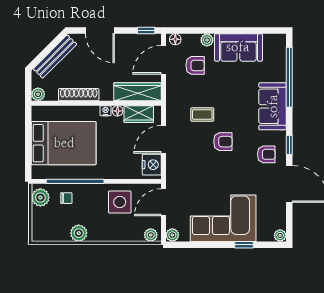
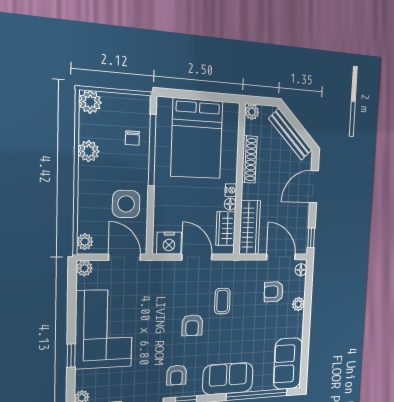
sofa: (238, 47) -> (288, 364), moved
armchair: (195, 65) -> (274, 292), turned 88
plant: (40, 197) -> (90, 102), moved

